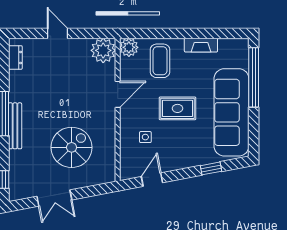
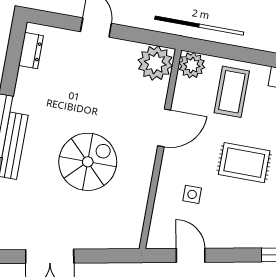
spiral stairs: (72, 147) -> (88, 162), moved
door: (152, 180) -> (191, 255), hinge flipped

